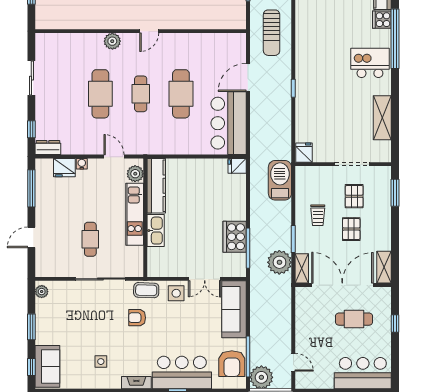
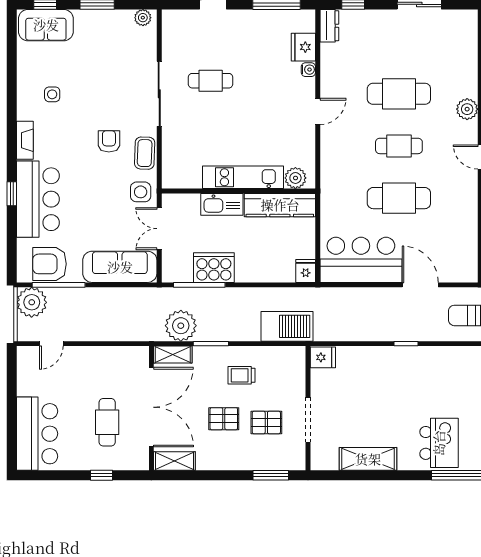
plant: (135, 174) -> (295, 178), moved
kitchen counter: (156, 186) -> (280, 205), moved
kitchen unit: (135, 214) -> (243, 177), moved
wall: (145, 218) -> (238, 191), moved
kitchen sink: (156, 231) -> (222, 204), moved

